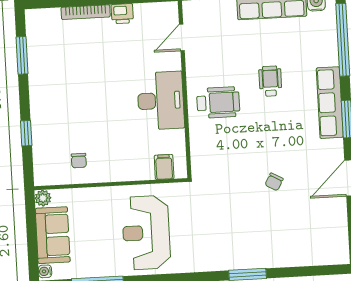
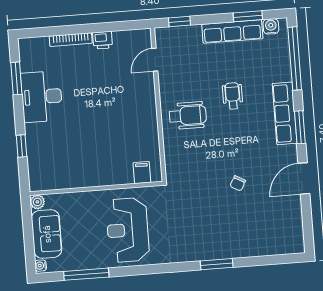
desk: (161, 101) -> (42, 97), moved, turned 180
chair: (79, 161) -> (68, 169), removed

